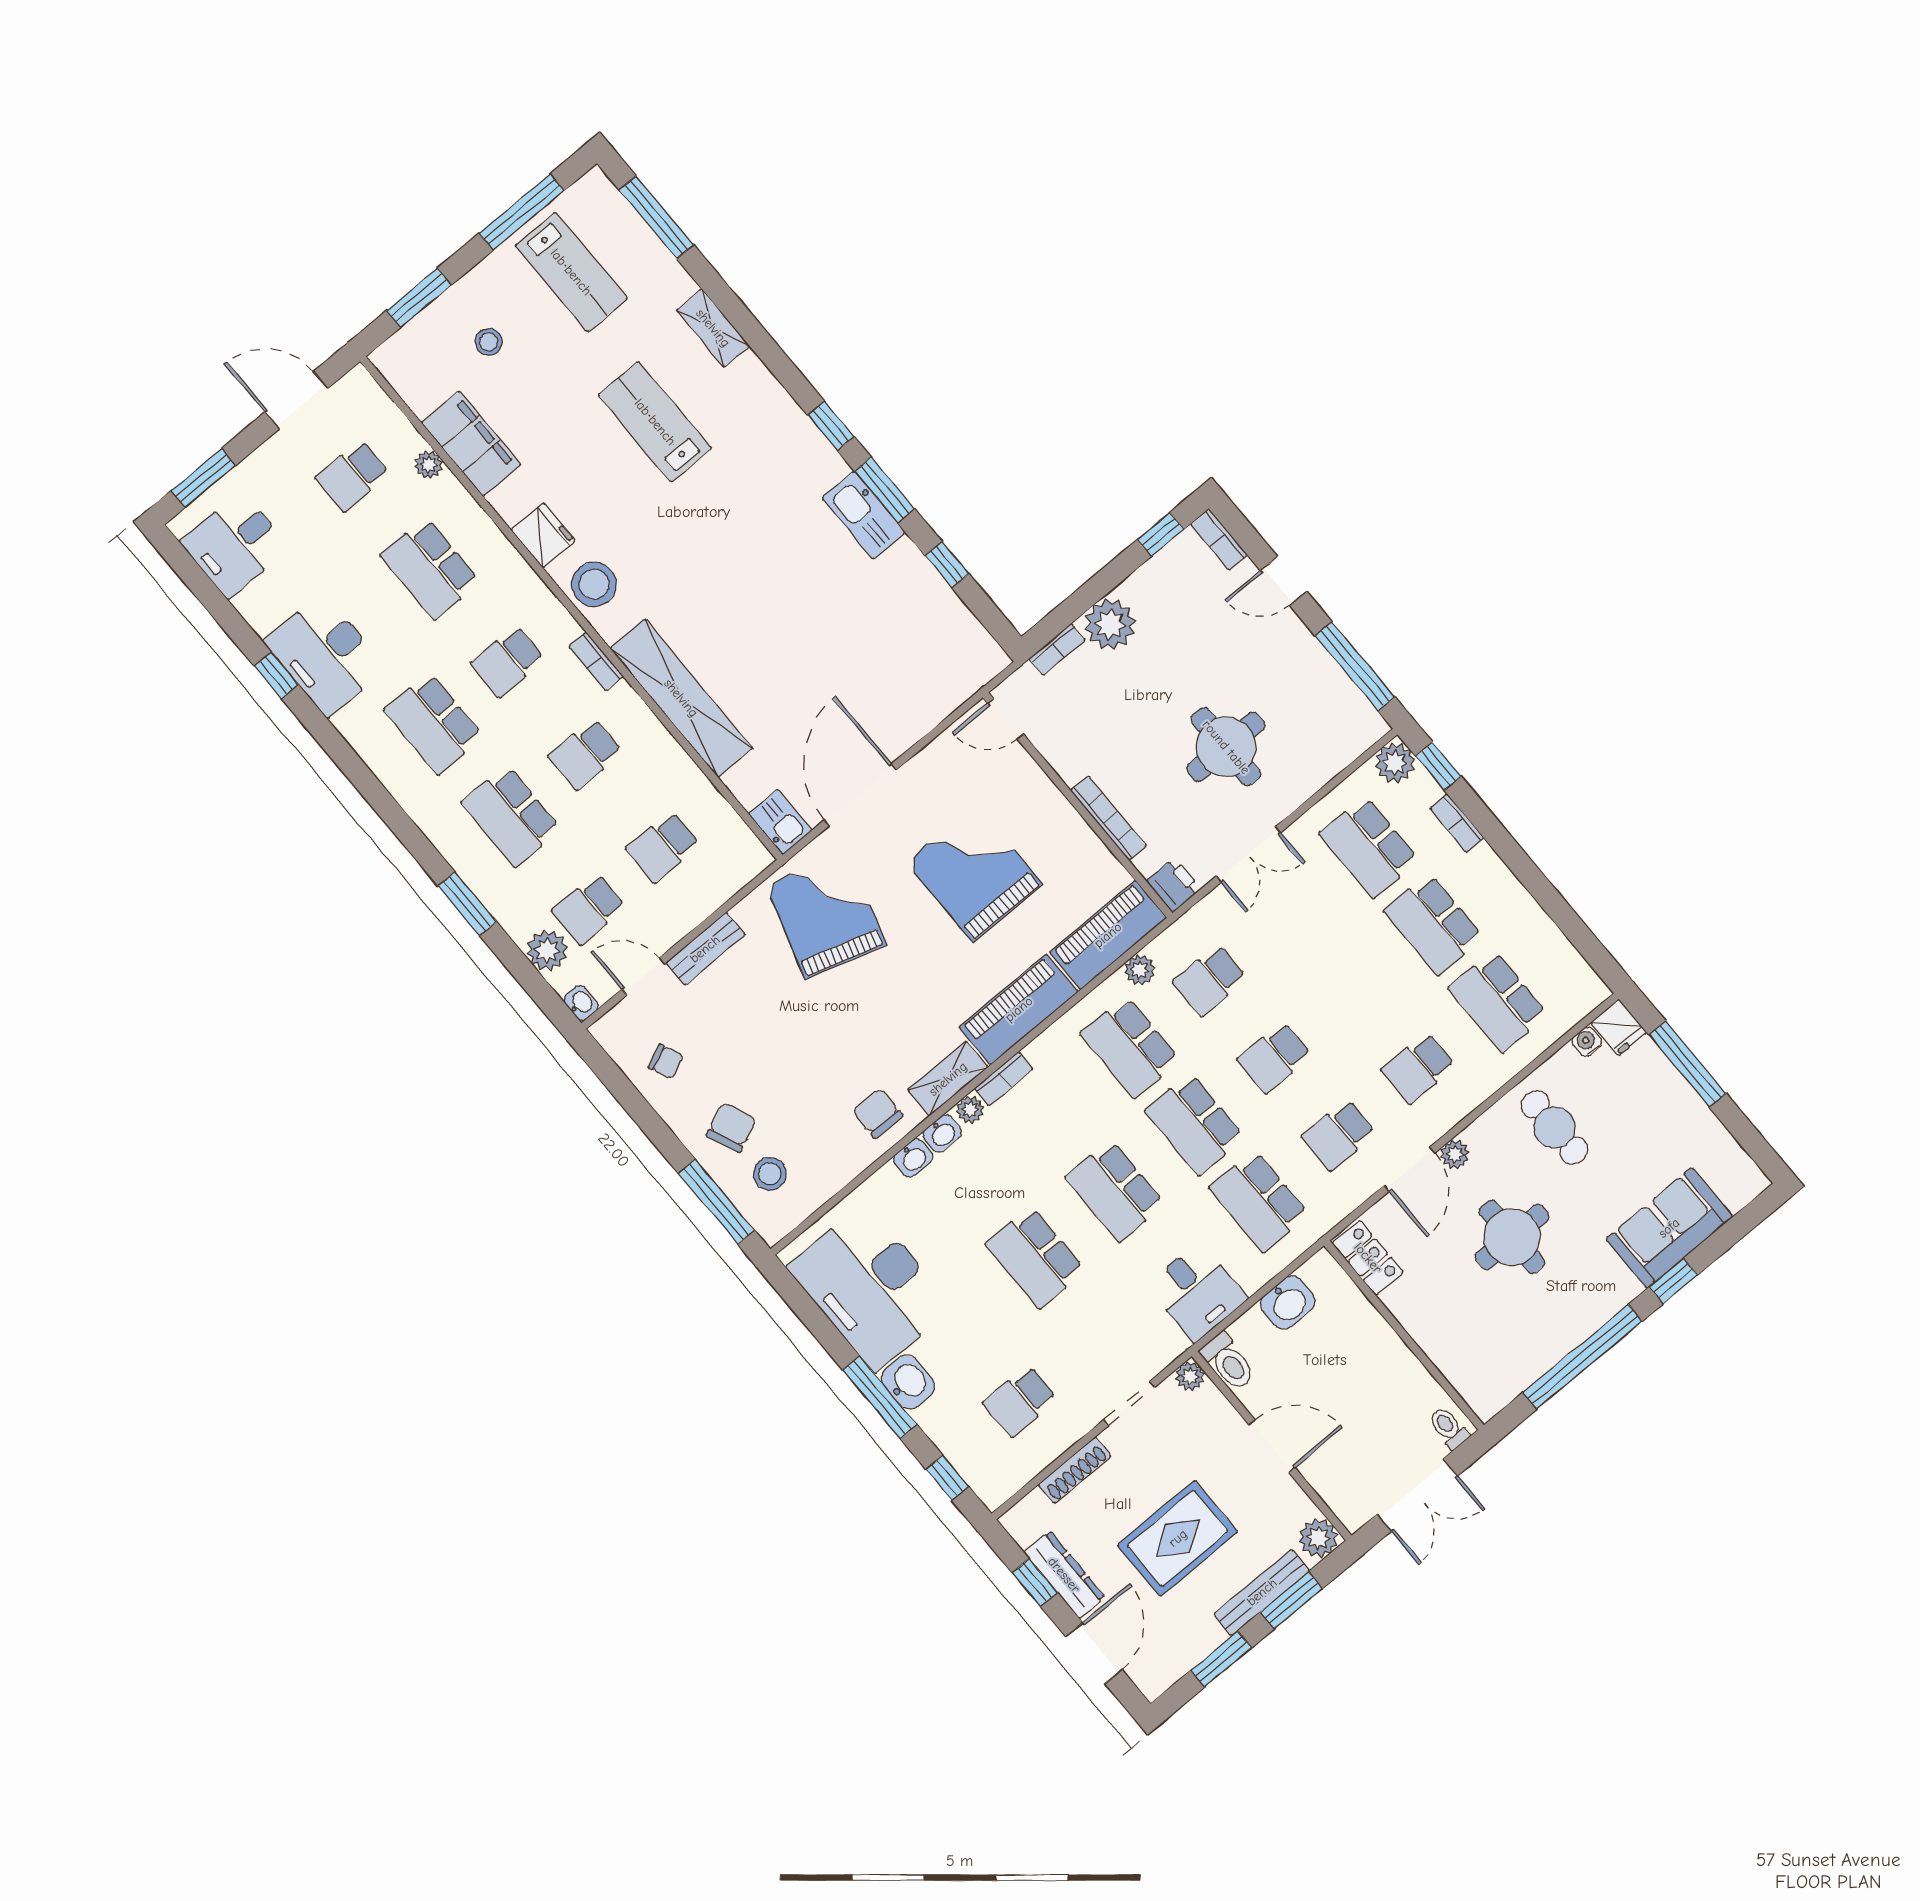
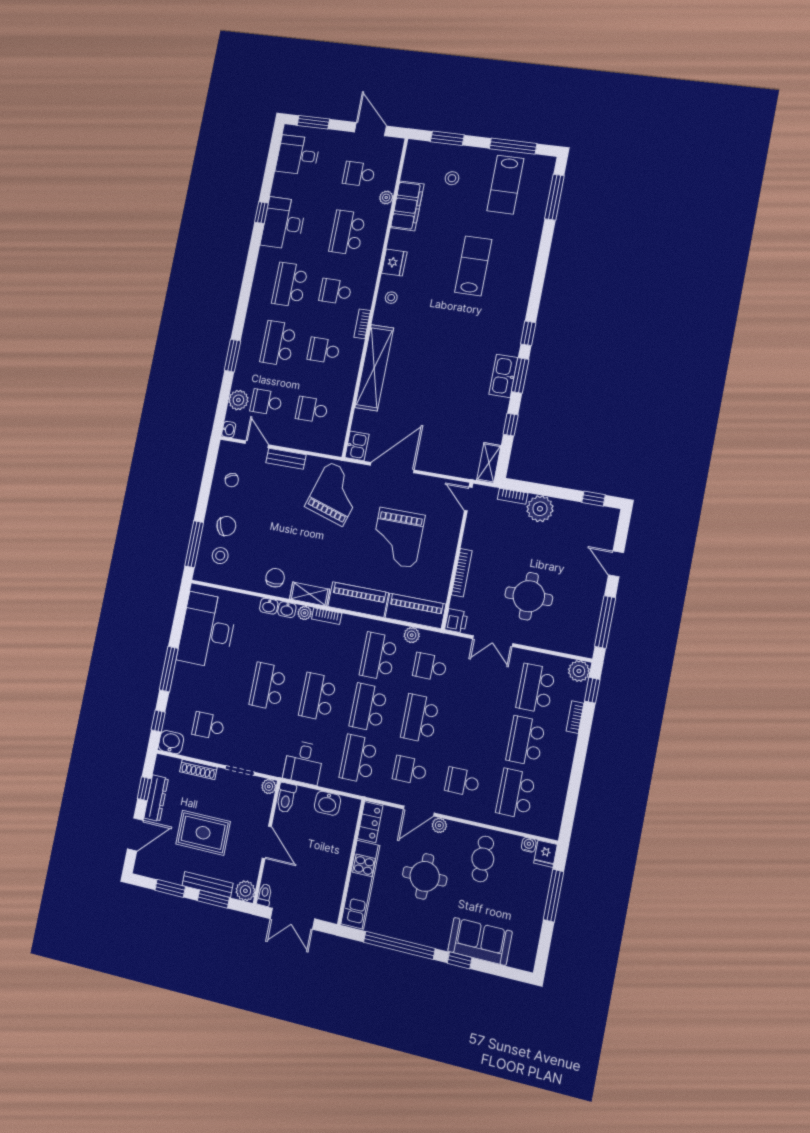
shelving: (713, 328) -> (489, 463), moved
bookcase: (1219, 539) -> (611, 524), removed
stool: (594, 584) -> (391, 298), width x0.53, depth x0.53
grand piano: (974, 873) -> (397, 538), turned 180
school desk: (1274, 1057) -> (420, 718), width x1.85
kitchen unit: (1448, 1347) -> (360, 885), added
washbasin: (908, 1382) -> (171, 742), moved, turned -90
toilet: (1449, 1428) -> (265, 895), moved

